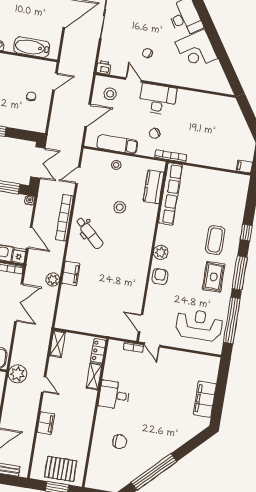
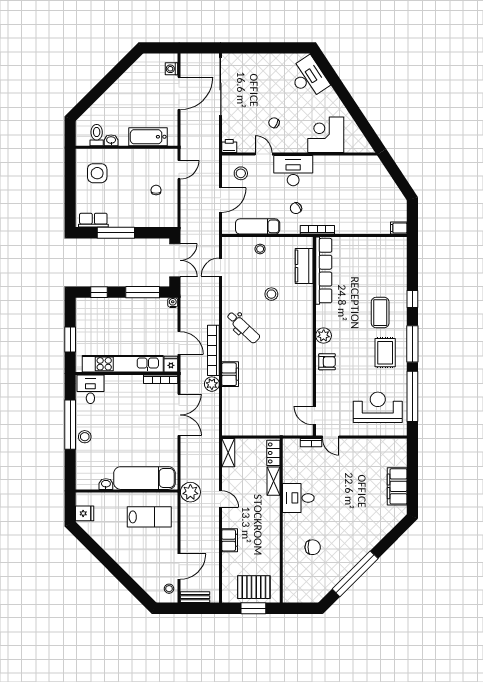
corner desk: (196, 50) -> (326, 135), moved, turned 123
bookcase: (64, 218) -> (213, 350), moved
armchair: (160, 277) -> (327, 362), turned 90

